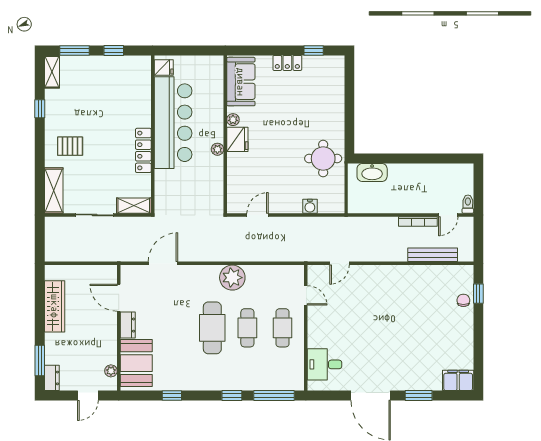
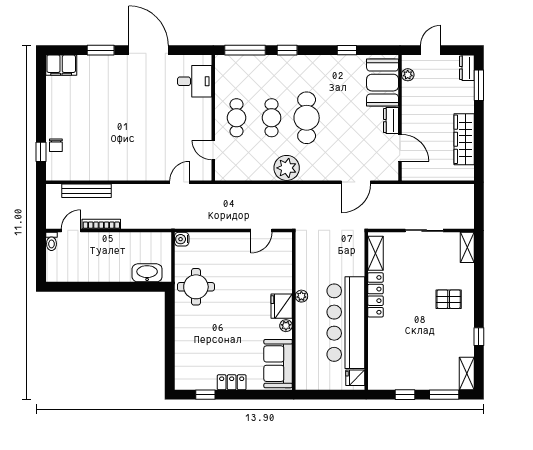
shelving: (54, 190) -> (467, 247), width x0.67, depth x0.75
shelving: (134, 206) -> (376, 253), moved, turned 90
water cooler: (310, 206) -> (182, 239), moved, turned -90

